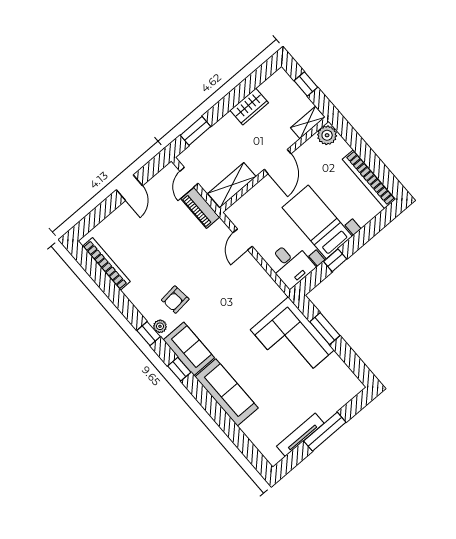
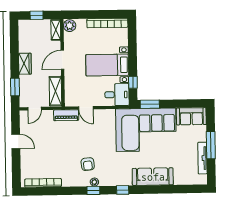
wardrobe: (249, 107) -> (25, 64), moved
door: (278, 162) -> (62, 60), swing flipped
door: (189, 177) -> (35, 109), hinge flipped
piano: (200, 208) -> (66, 115), moved
window: (335, 260) -> (133, 82), moved
window: (325, 329) -> (150, 104), moved
corner sofa: (292, 340) -> (146, 130), width x1.36, depth x1.36
sofa: (189, 349) -> (191, 116), moved, turned 180

